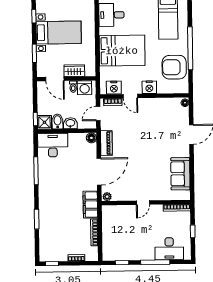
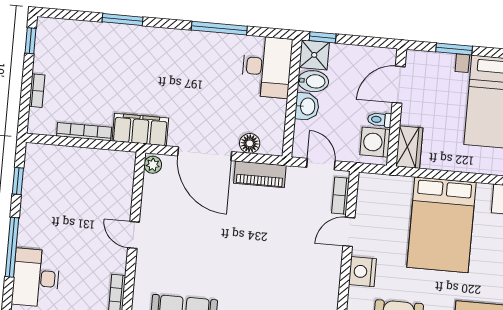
wardrobe: (74, 71) -> (409, 147), moved
nightstand: (114, 88) -> (369, 201), removed
floor lamp: (91, 138) -> (250, 143), moved

